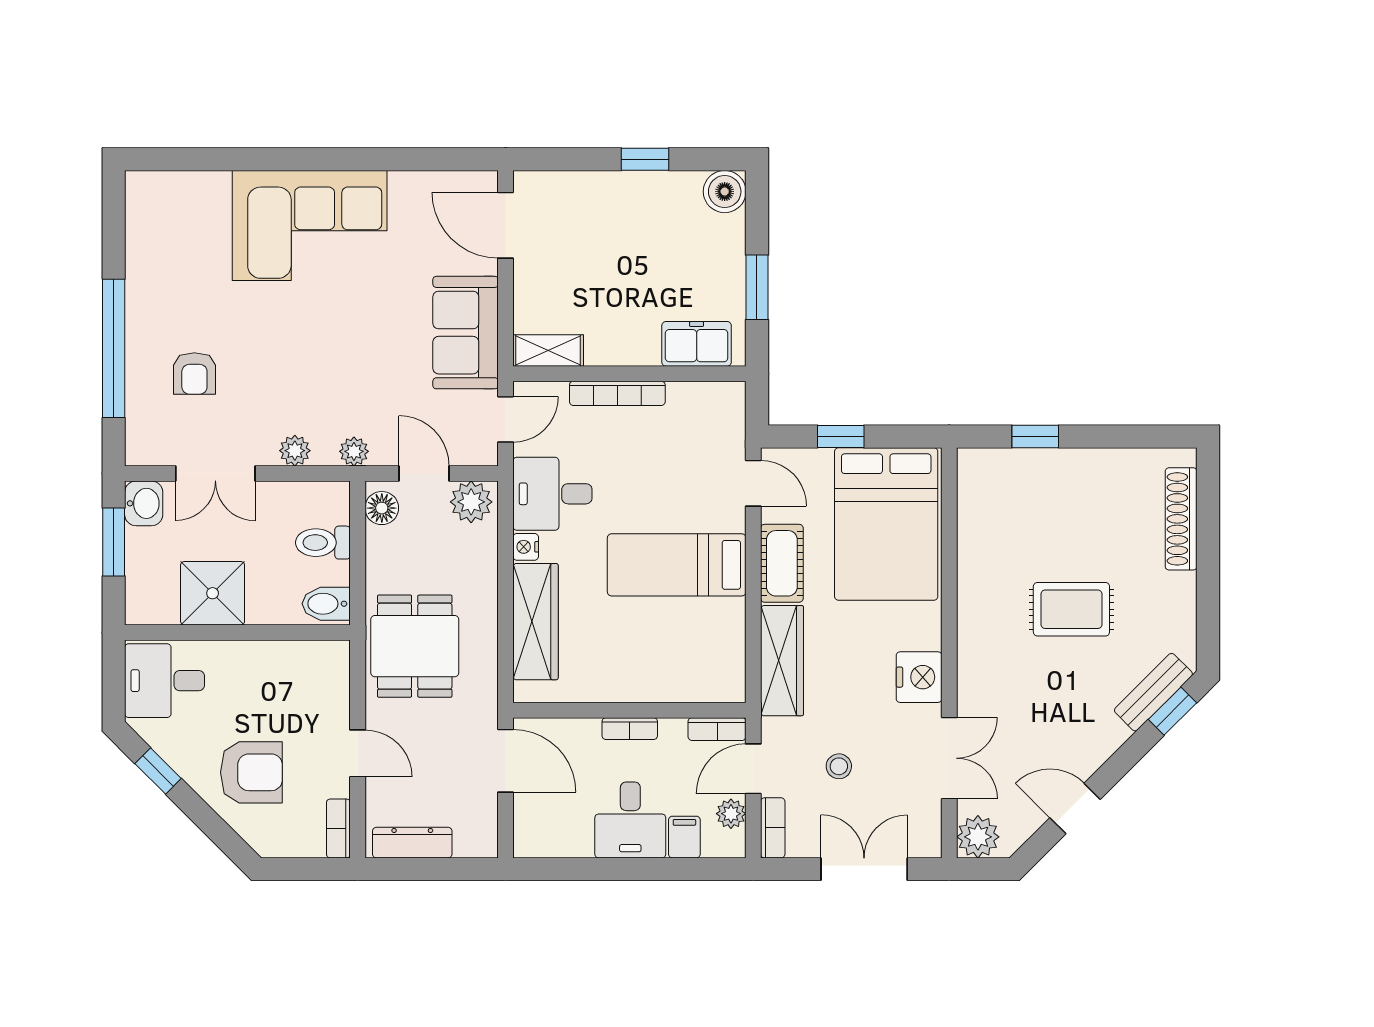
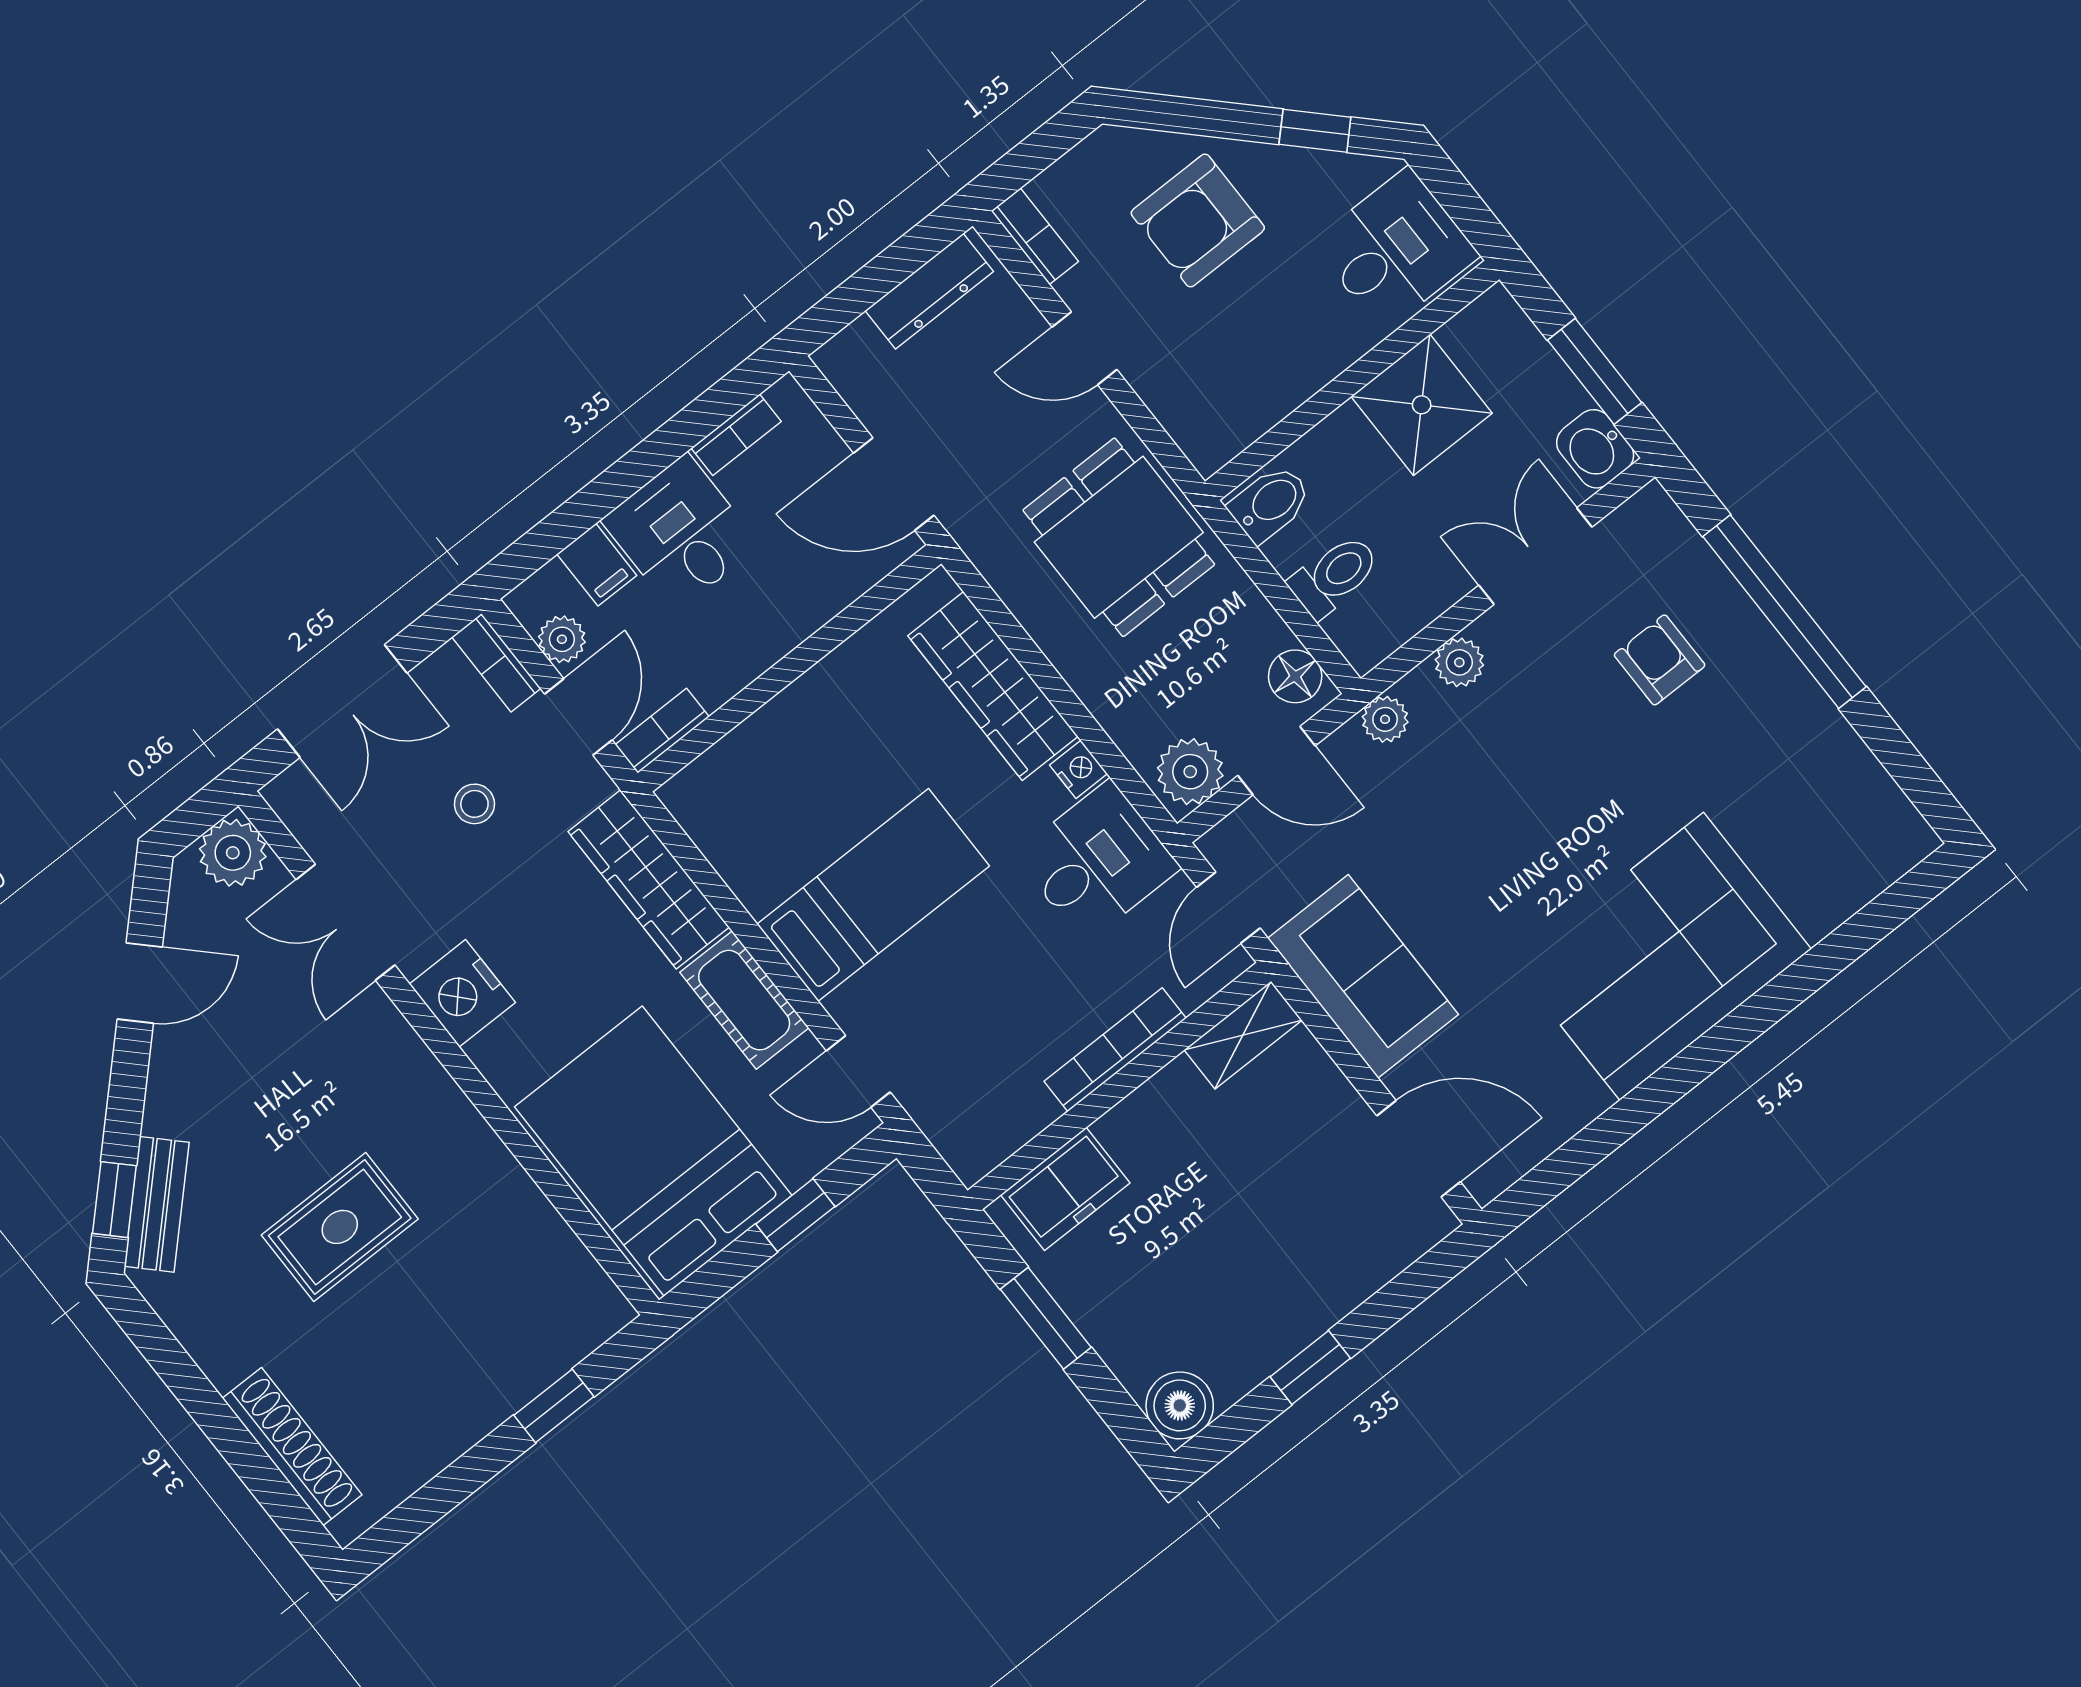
bookcase: (630, 729) -> (736, 435), moved, turned 180

